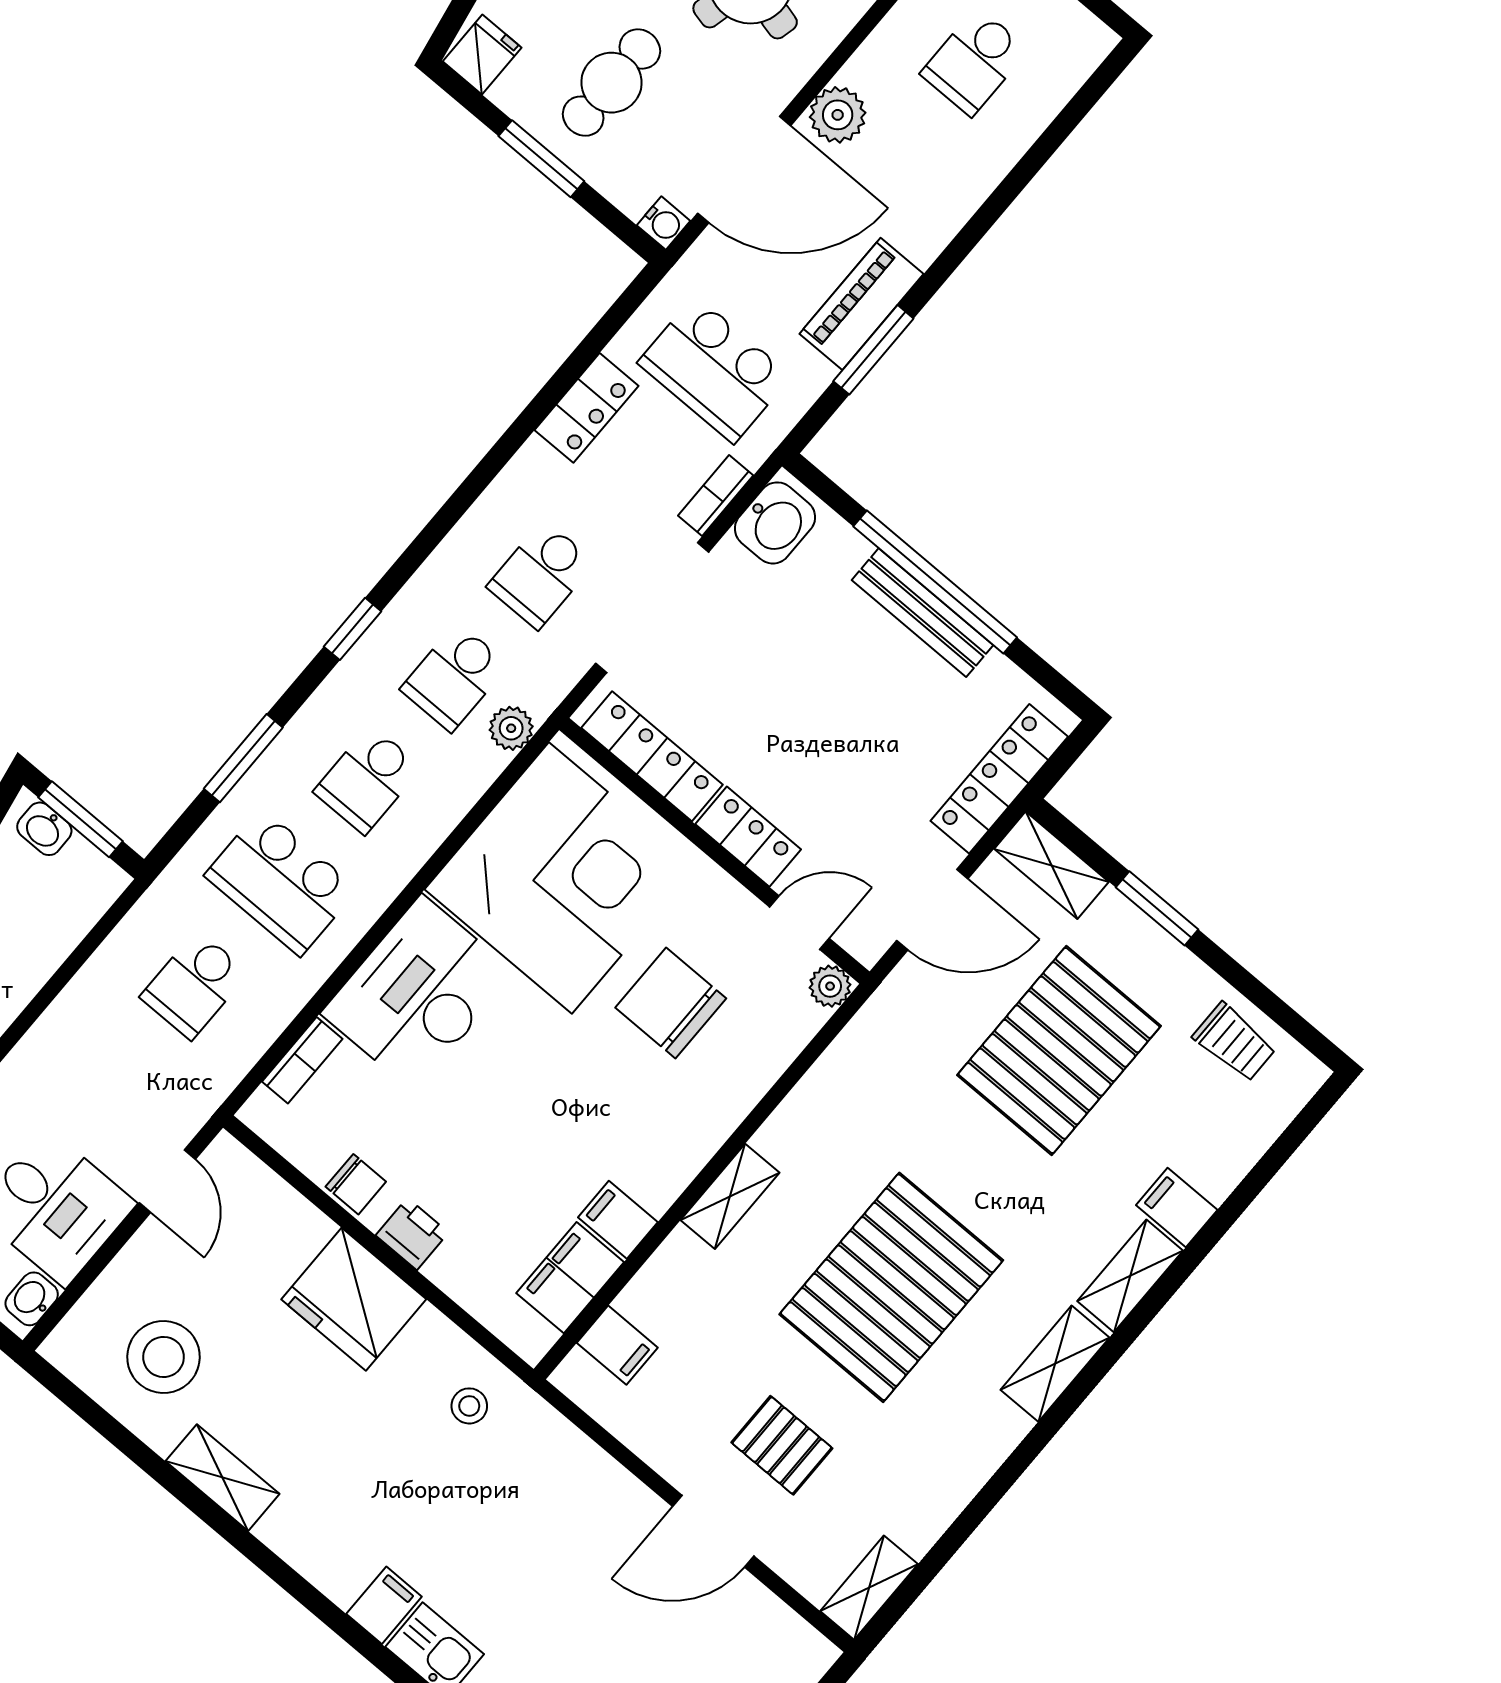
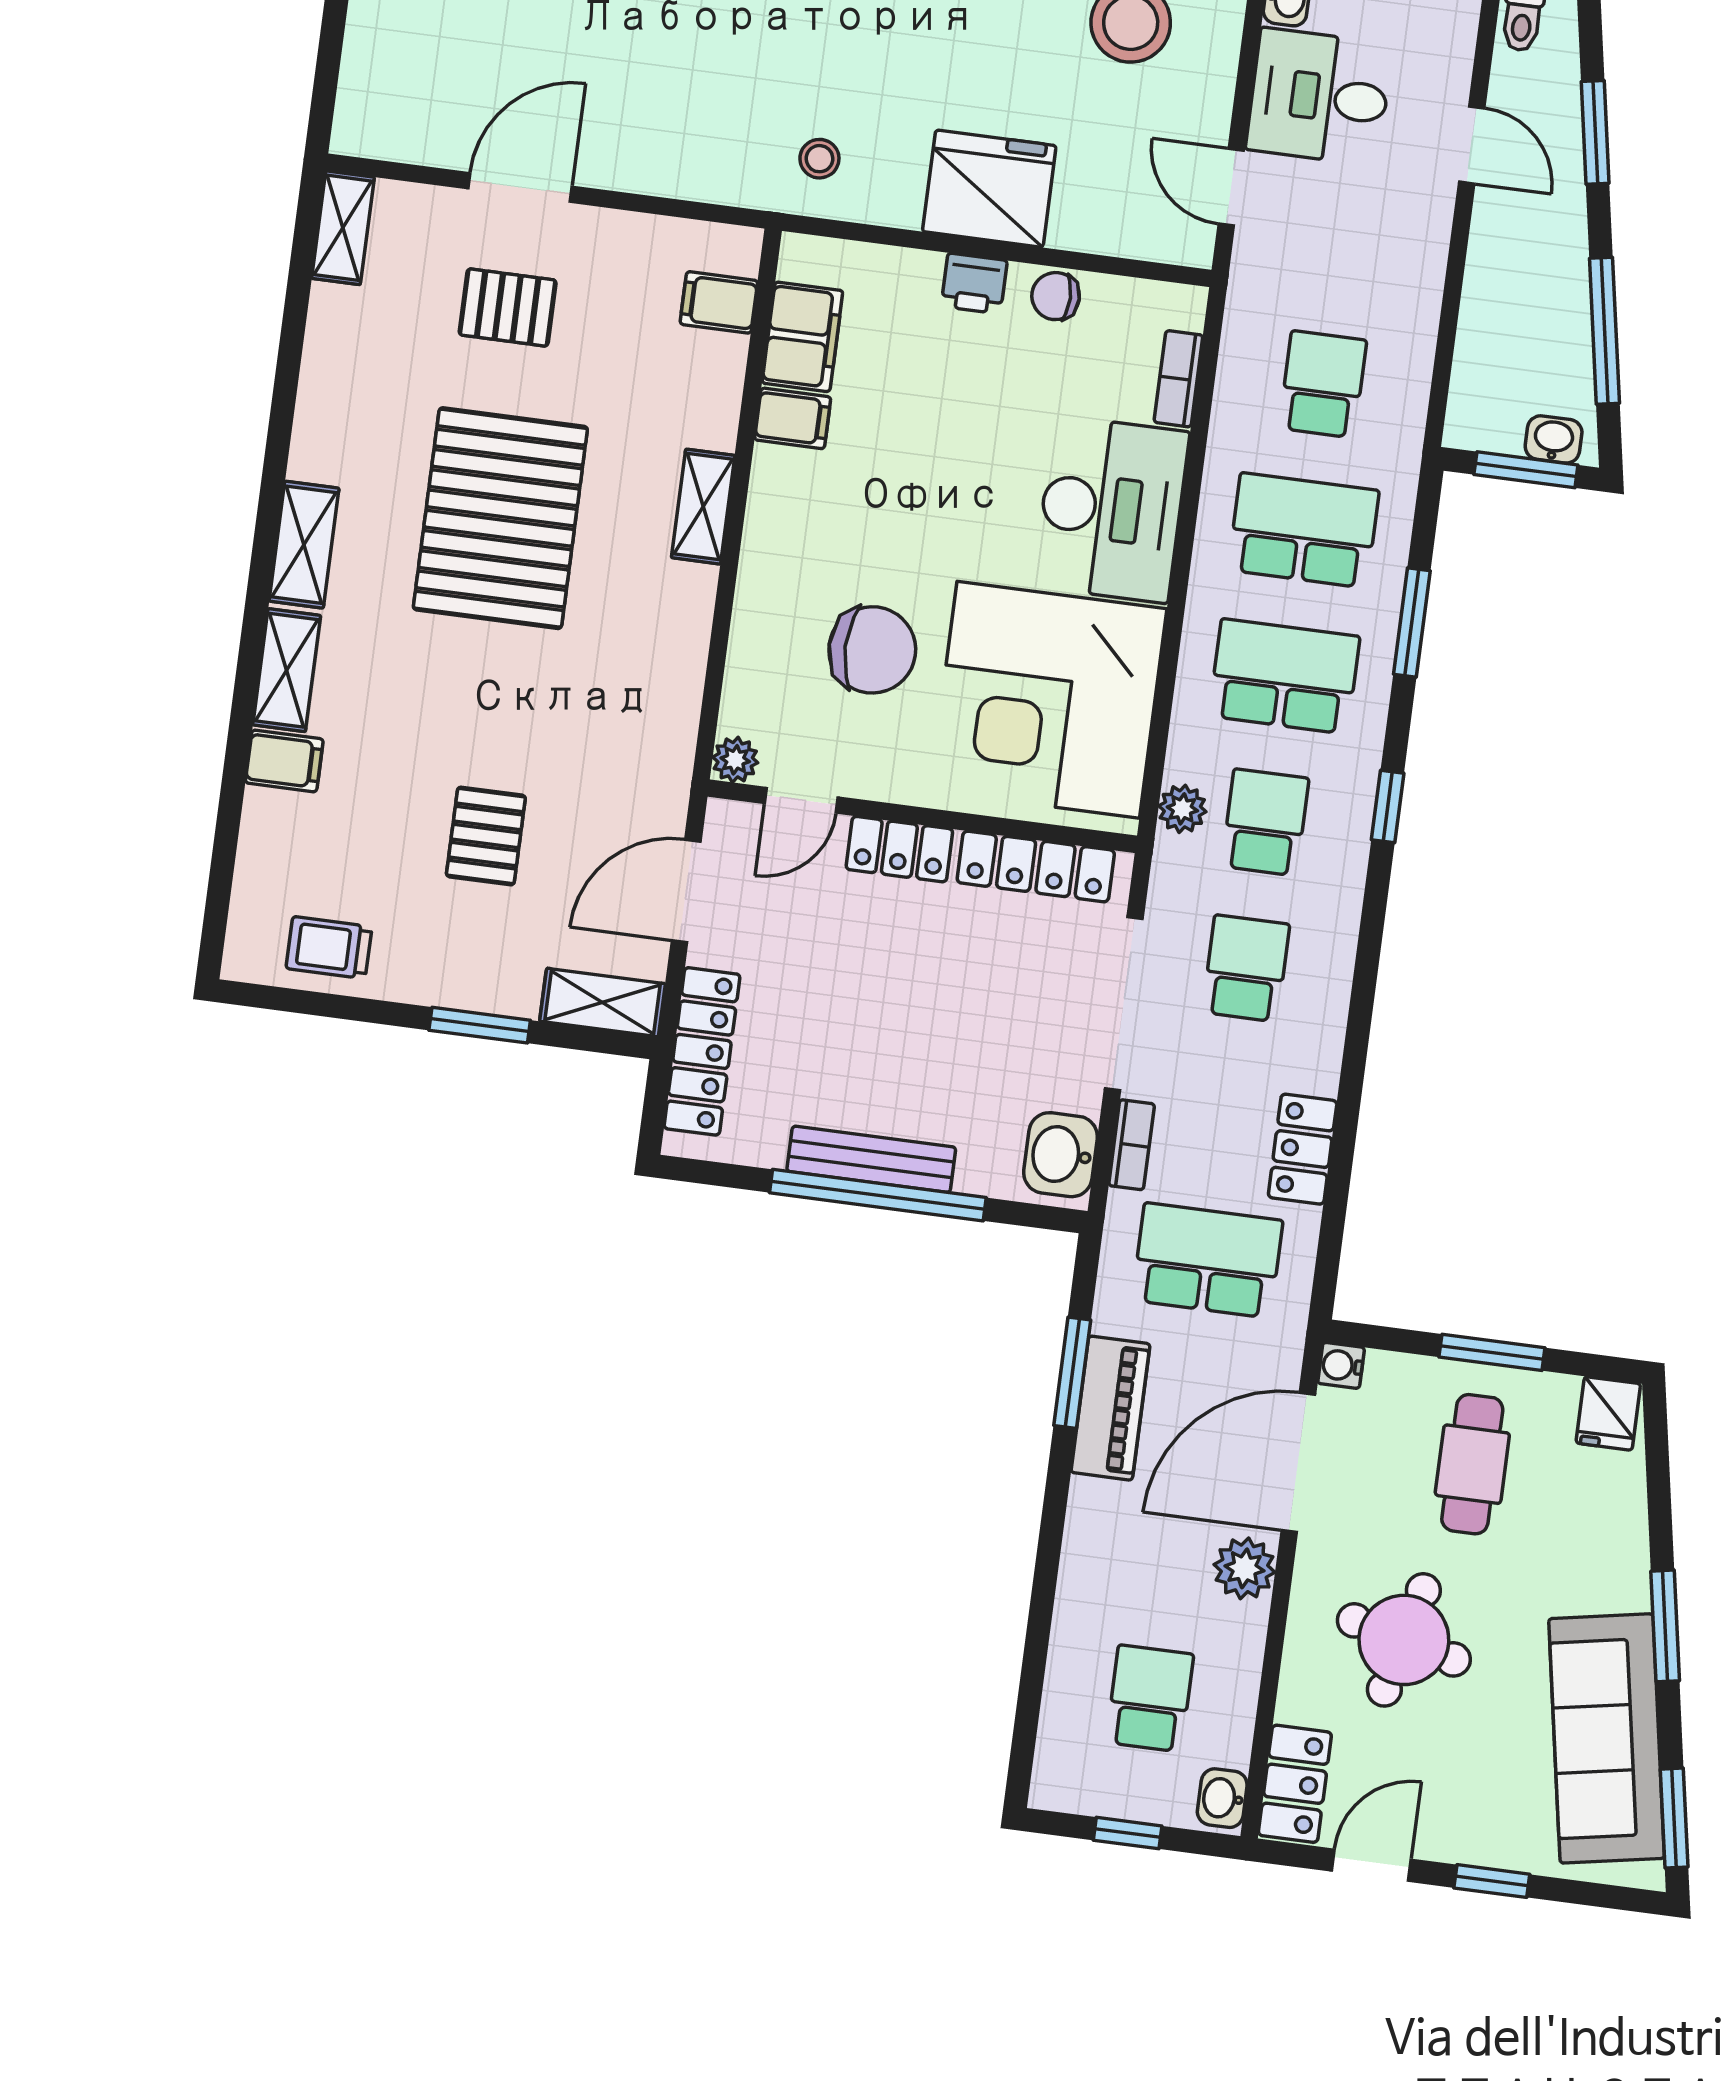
school desk: (368, 780) -> (1284, 676), width x1.85
pallet: (1059, 1050) -> (486, 836), width x0.49, depth x0.50

